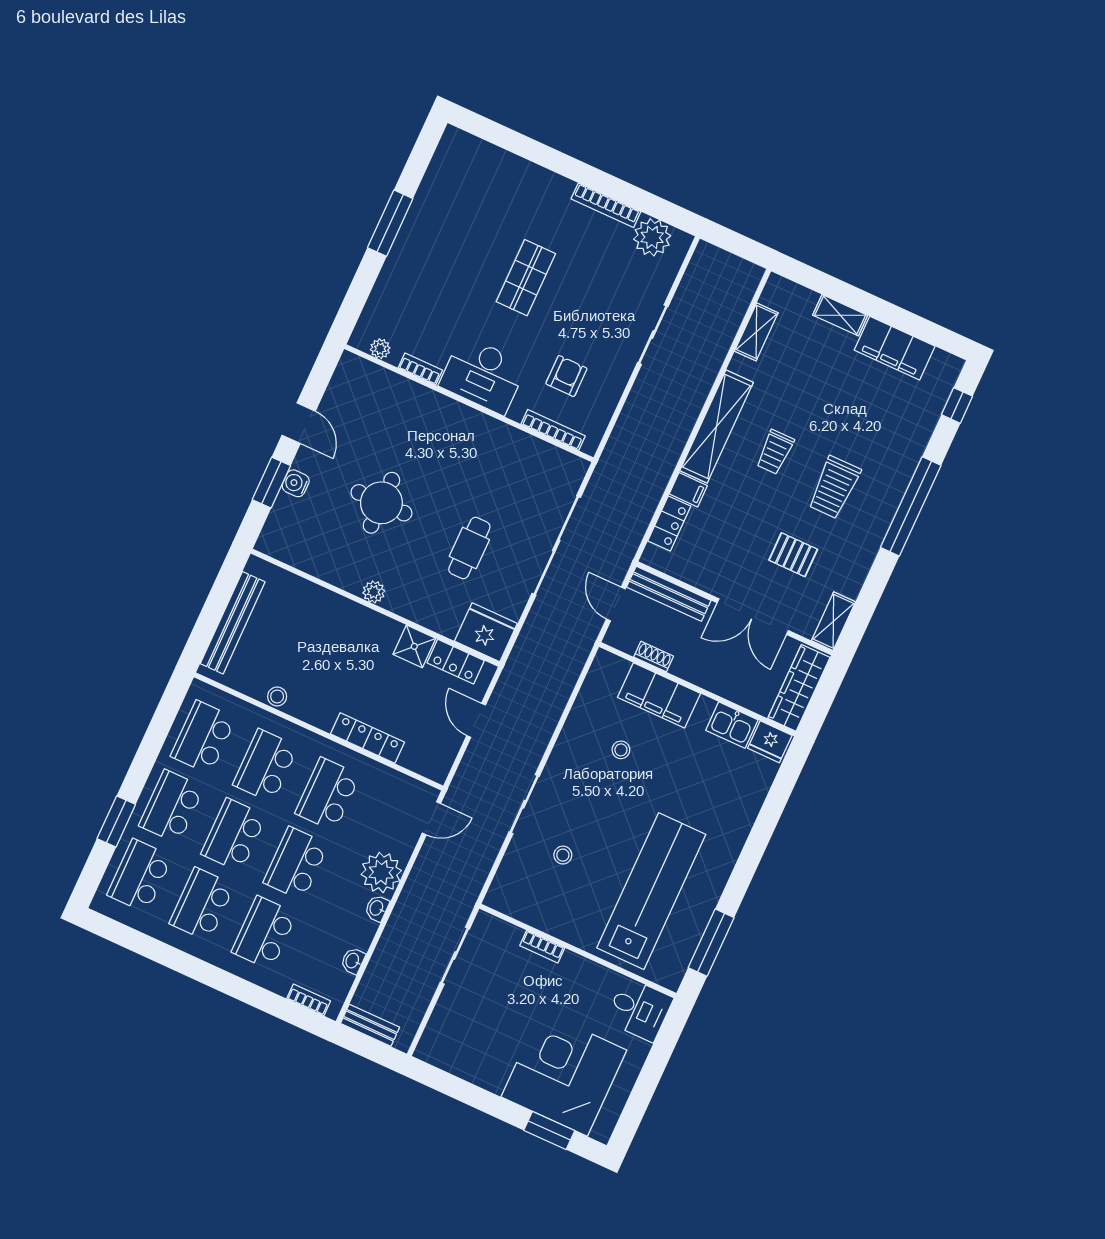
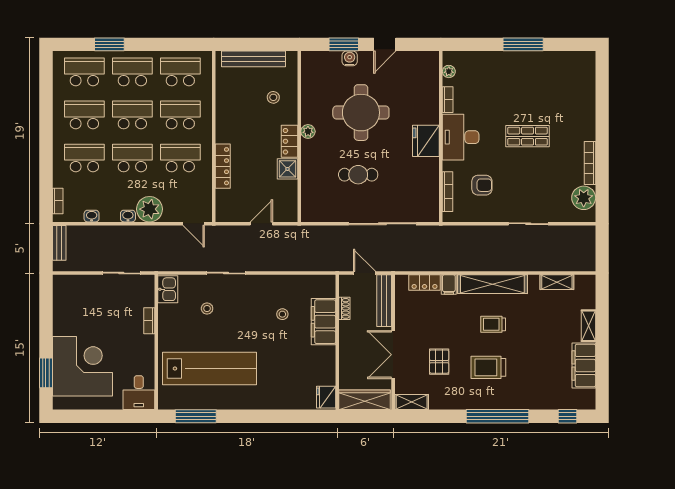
round table: (381, 503) -> (361, 113), width x1.36, depth x1.36
door: (616, 604) -> (365, 273), hinge flipped
fridge: (486, 632) -> (426, 141), moved, turned 180
locker: (456, 662) -> (290, 141), moved
stool: (277, 696) -> (273, 97), moved
kitchen sink: (732, 725) -> (168, 289), moved, turned 180

